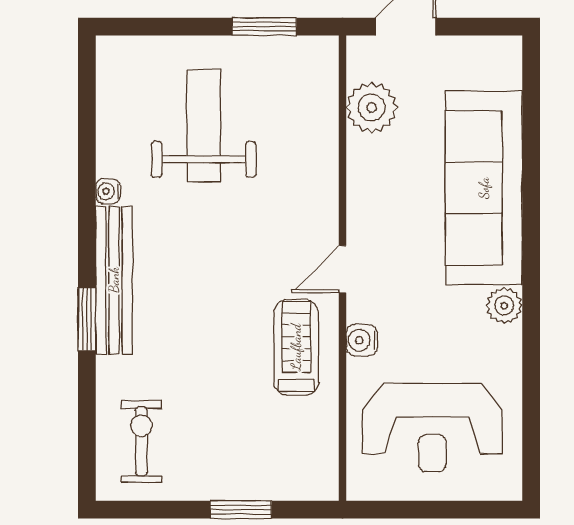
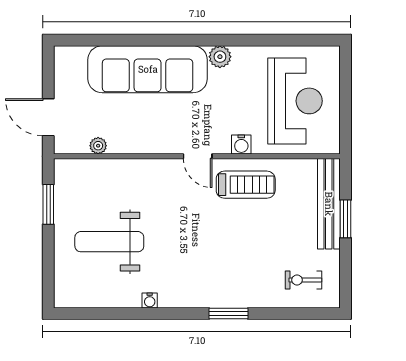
plant: (372, 108) -> (98, 146), width x0.53, depth x0.53
bench: (114, 280) -> (329, 204), moved, turned 90
treadmill: (296, 347) -> (246, 185), turned 180
exercise bike: (141, 441) -> (304, 280), width x0.73, depth x0.72

